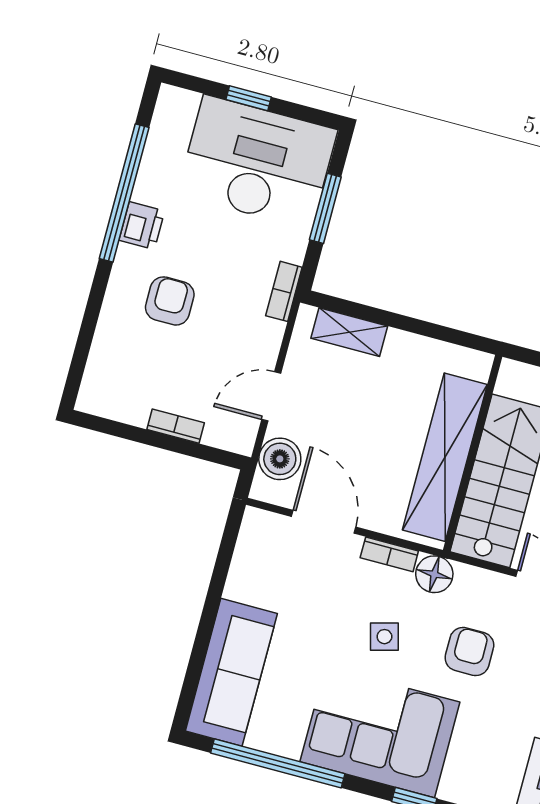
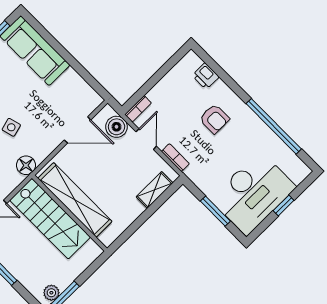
printer: (142, 226) -> (206, 76), moved
bookcase: (284, 291) -> (175, 158), moved
bookcase: (176, 426) -> (138, 109), moved
bookcase: (389, 554) -> (46, 151), removed

